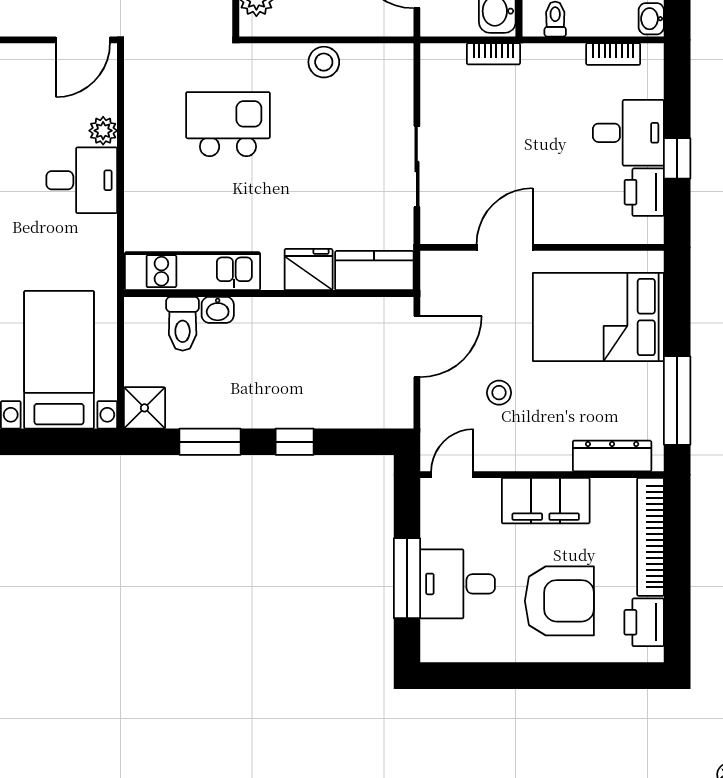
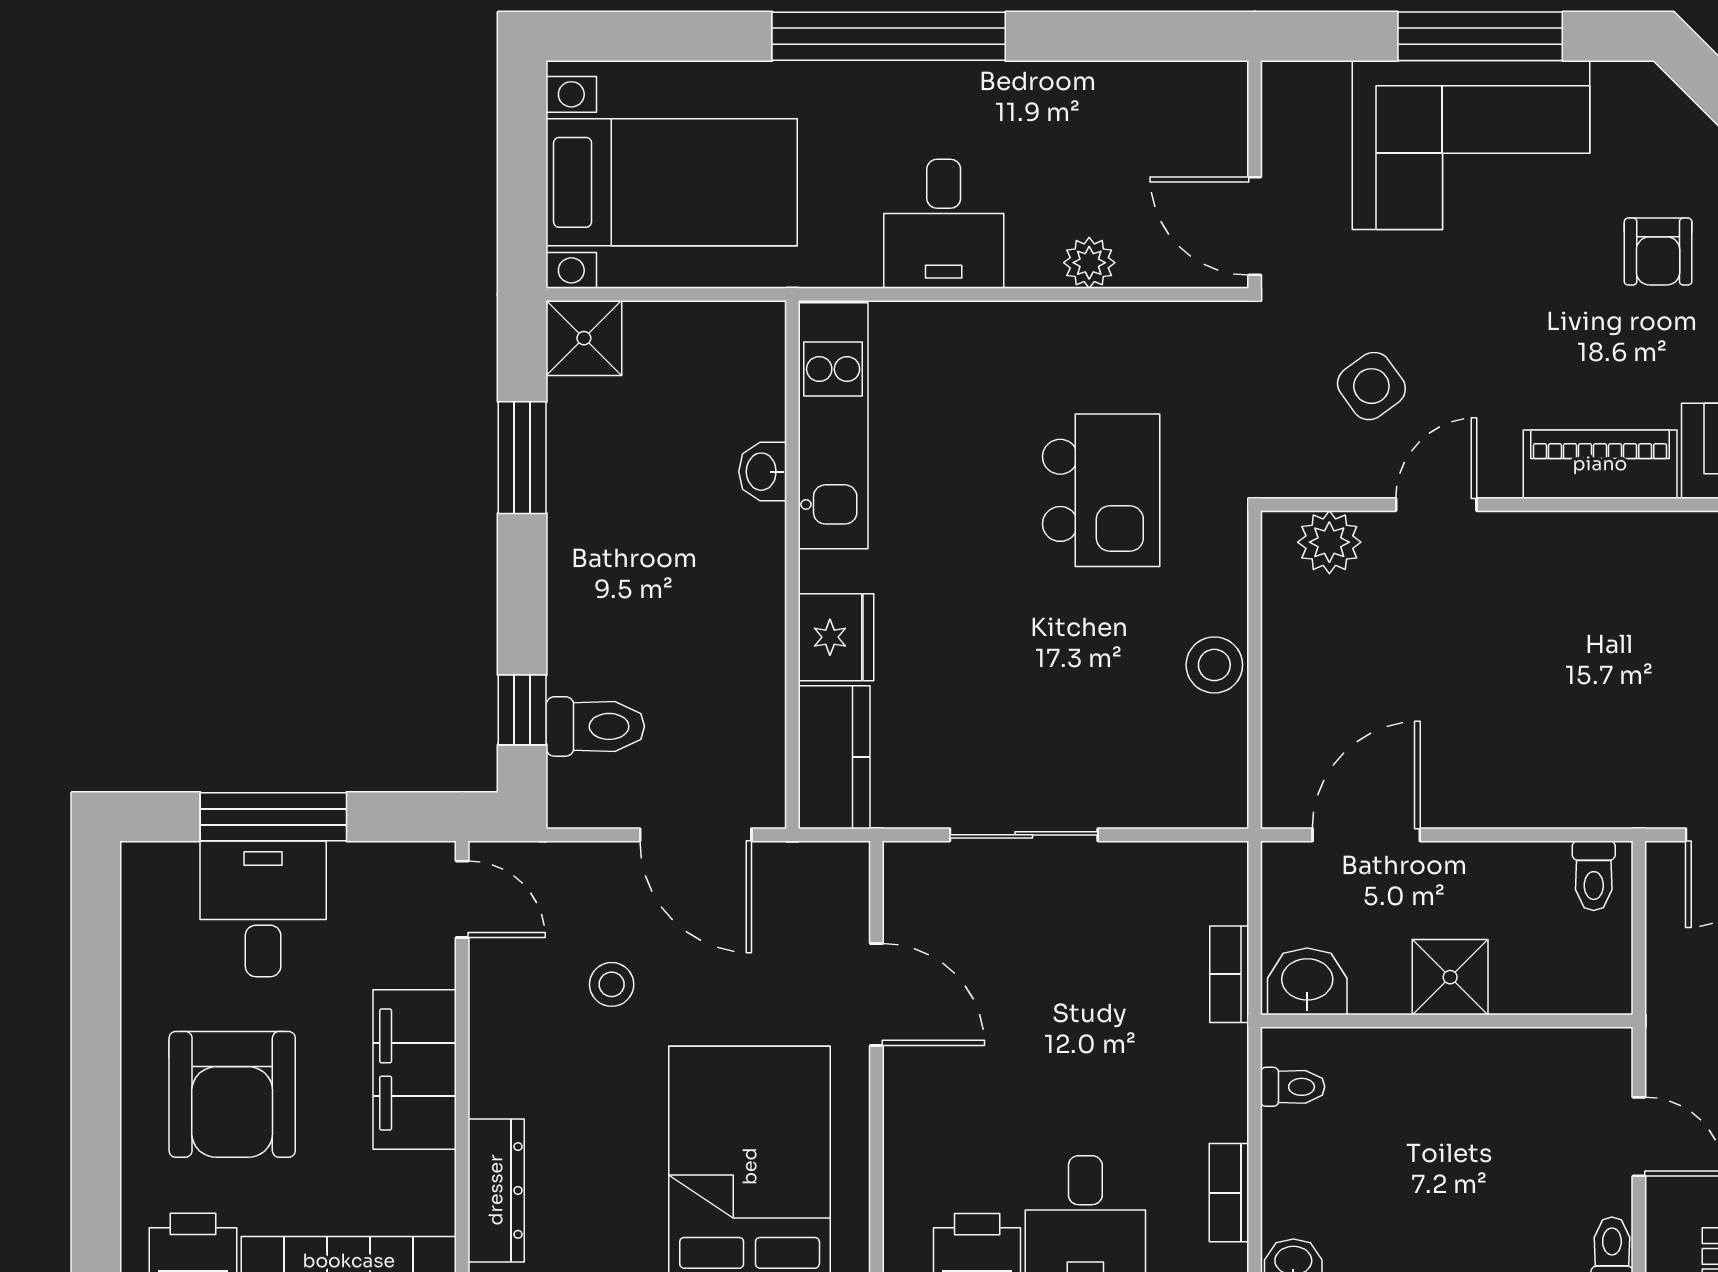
desk: (82, 180) -> (944, 224), moved
toilet: (183, 324) -> (595, 726), moved, turned 180
window: (295, 442) -> (522, 710), moved

